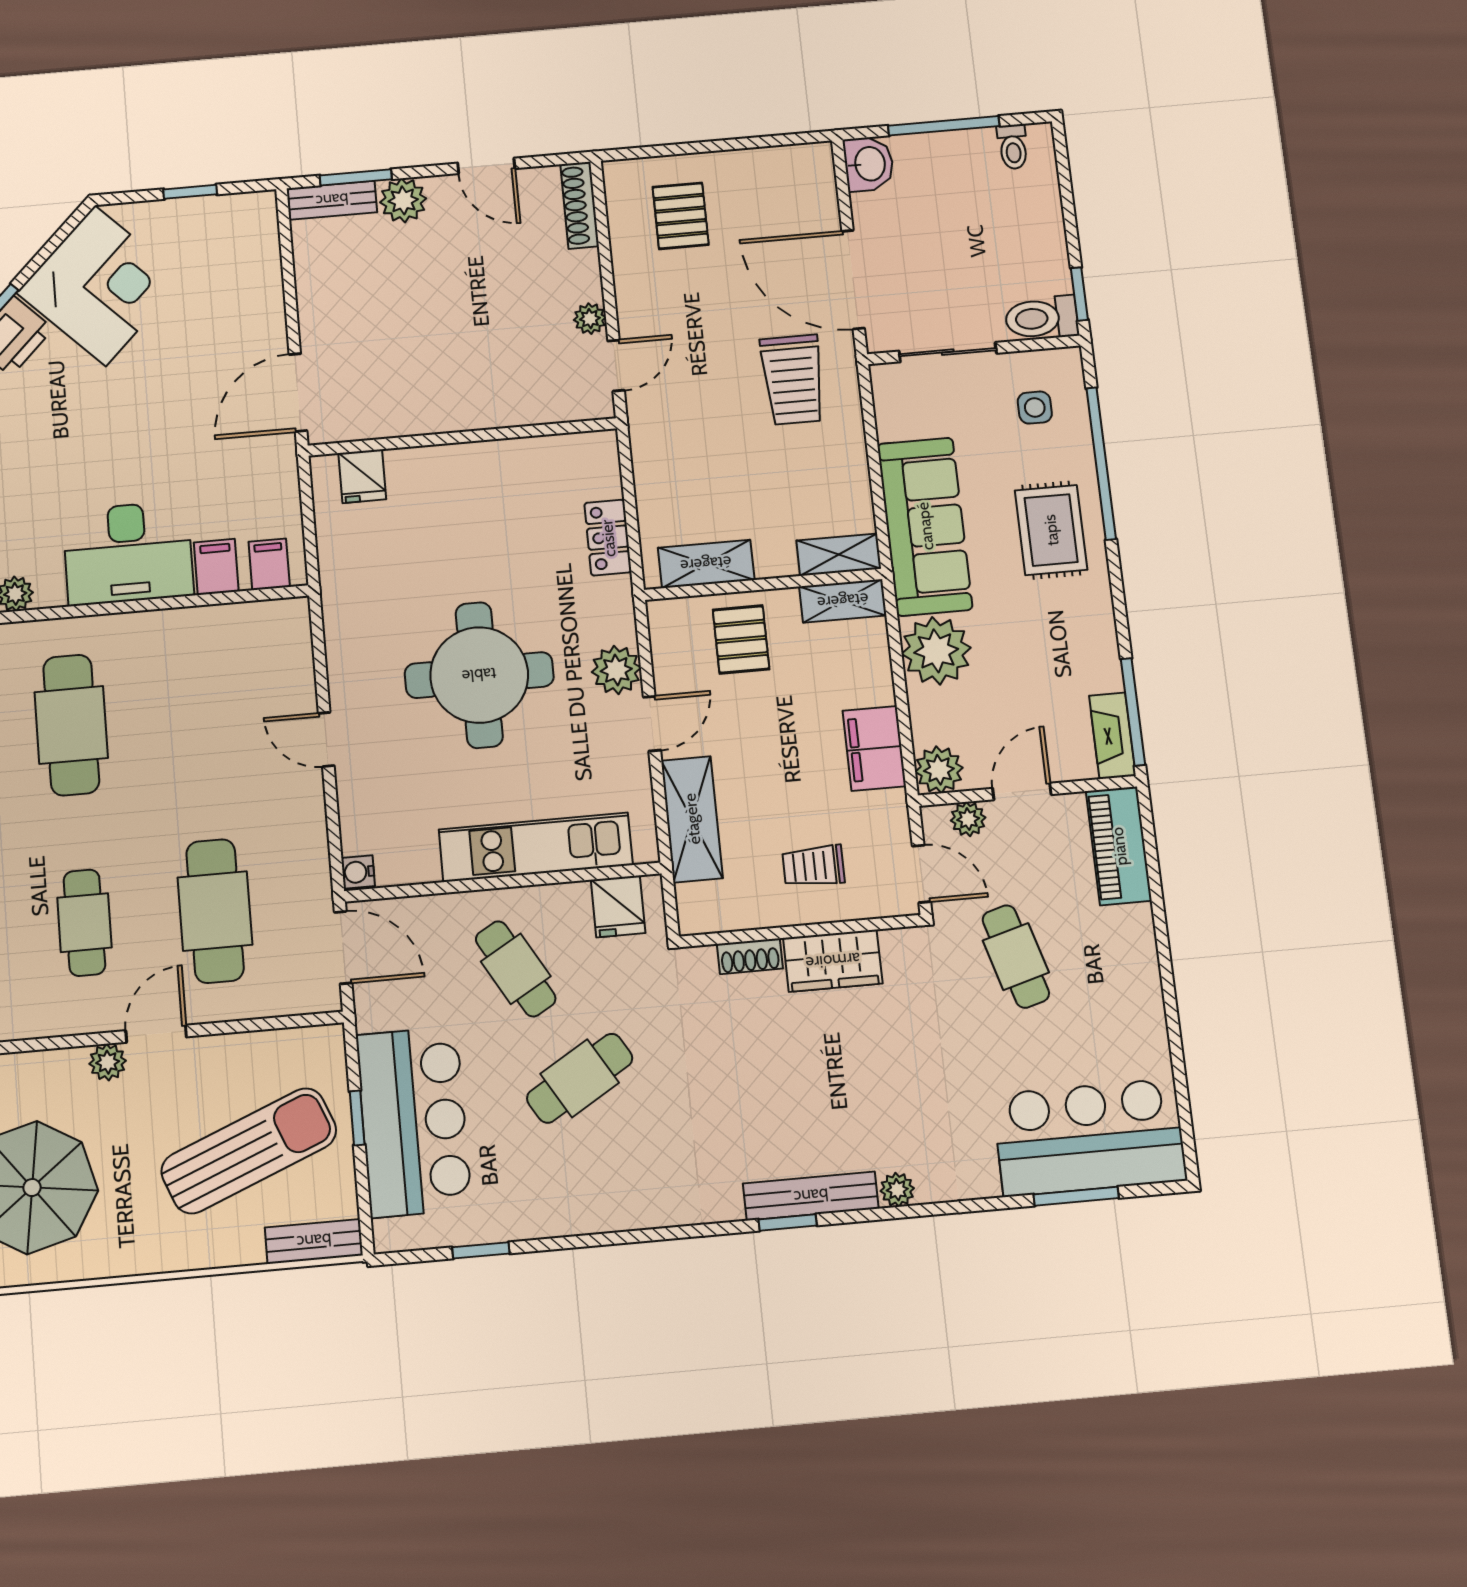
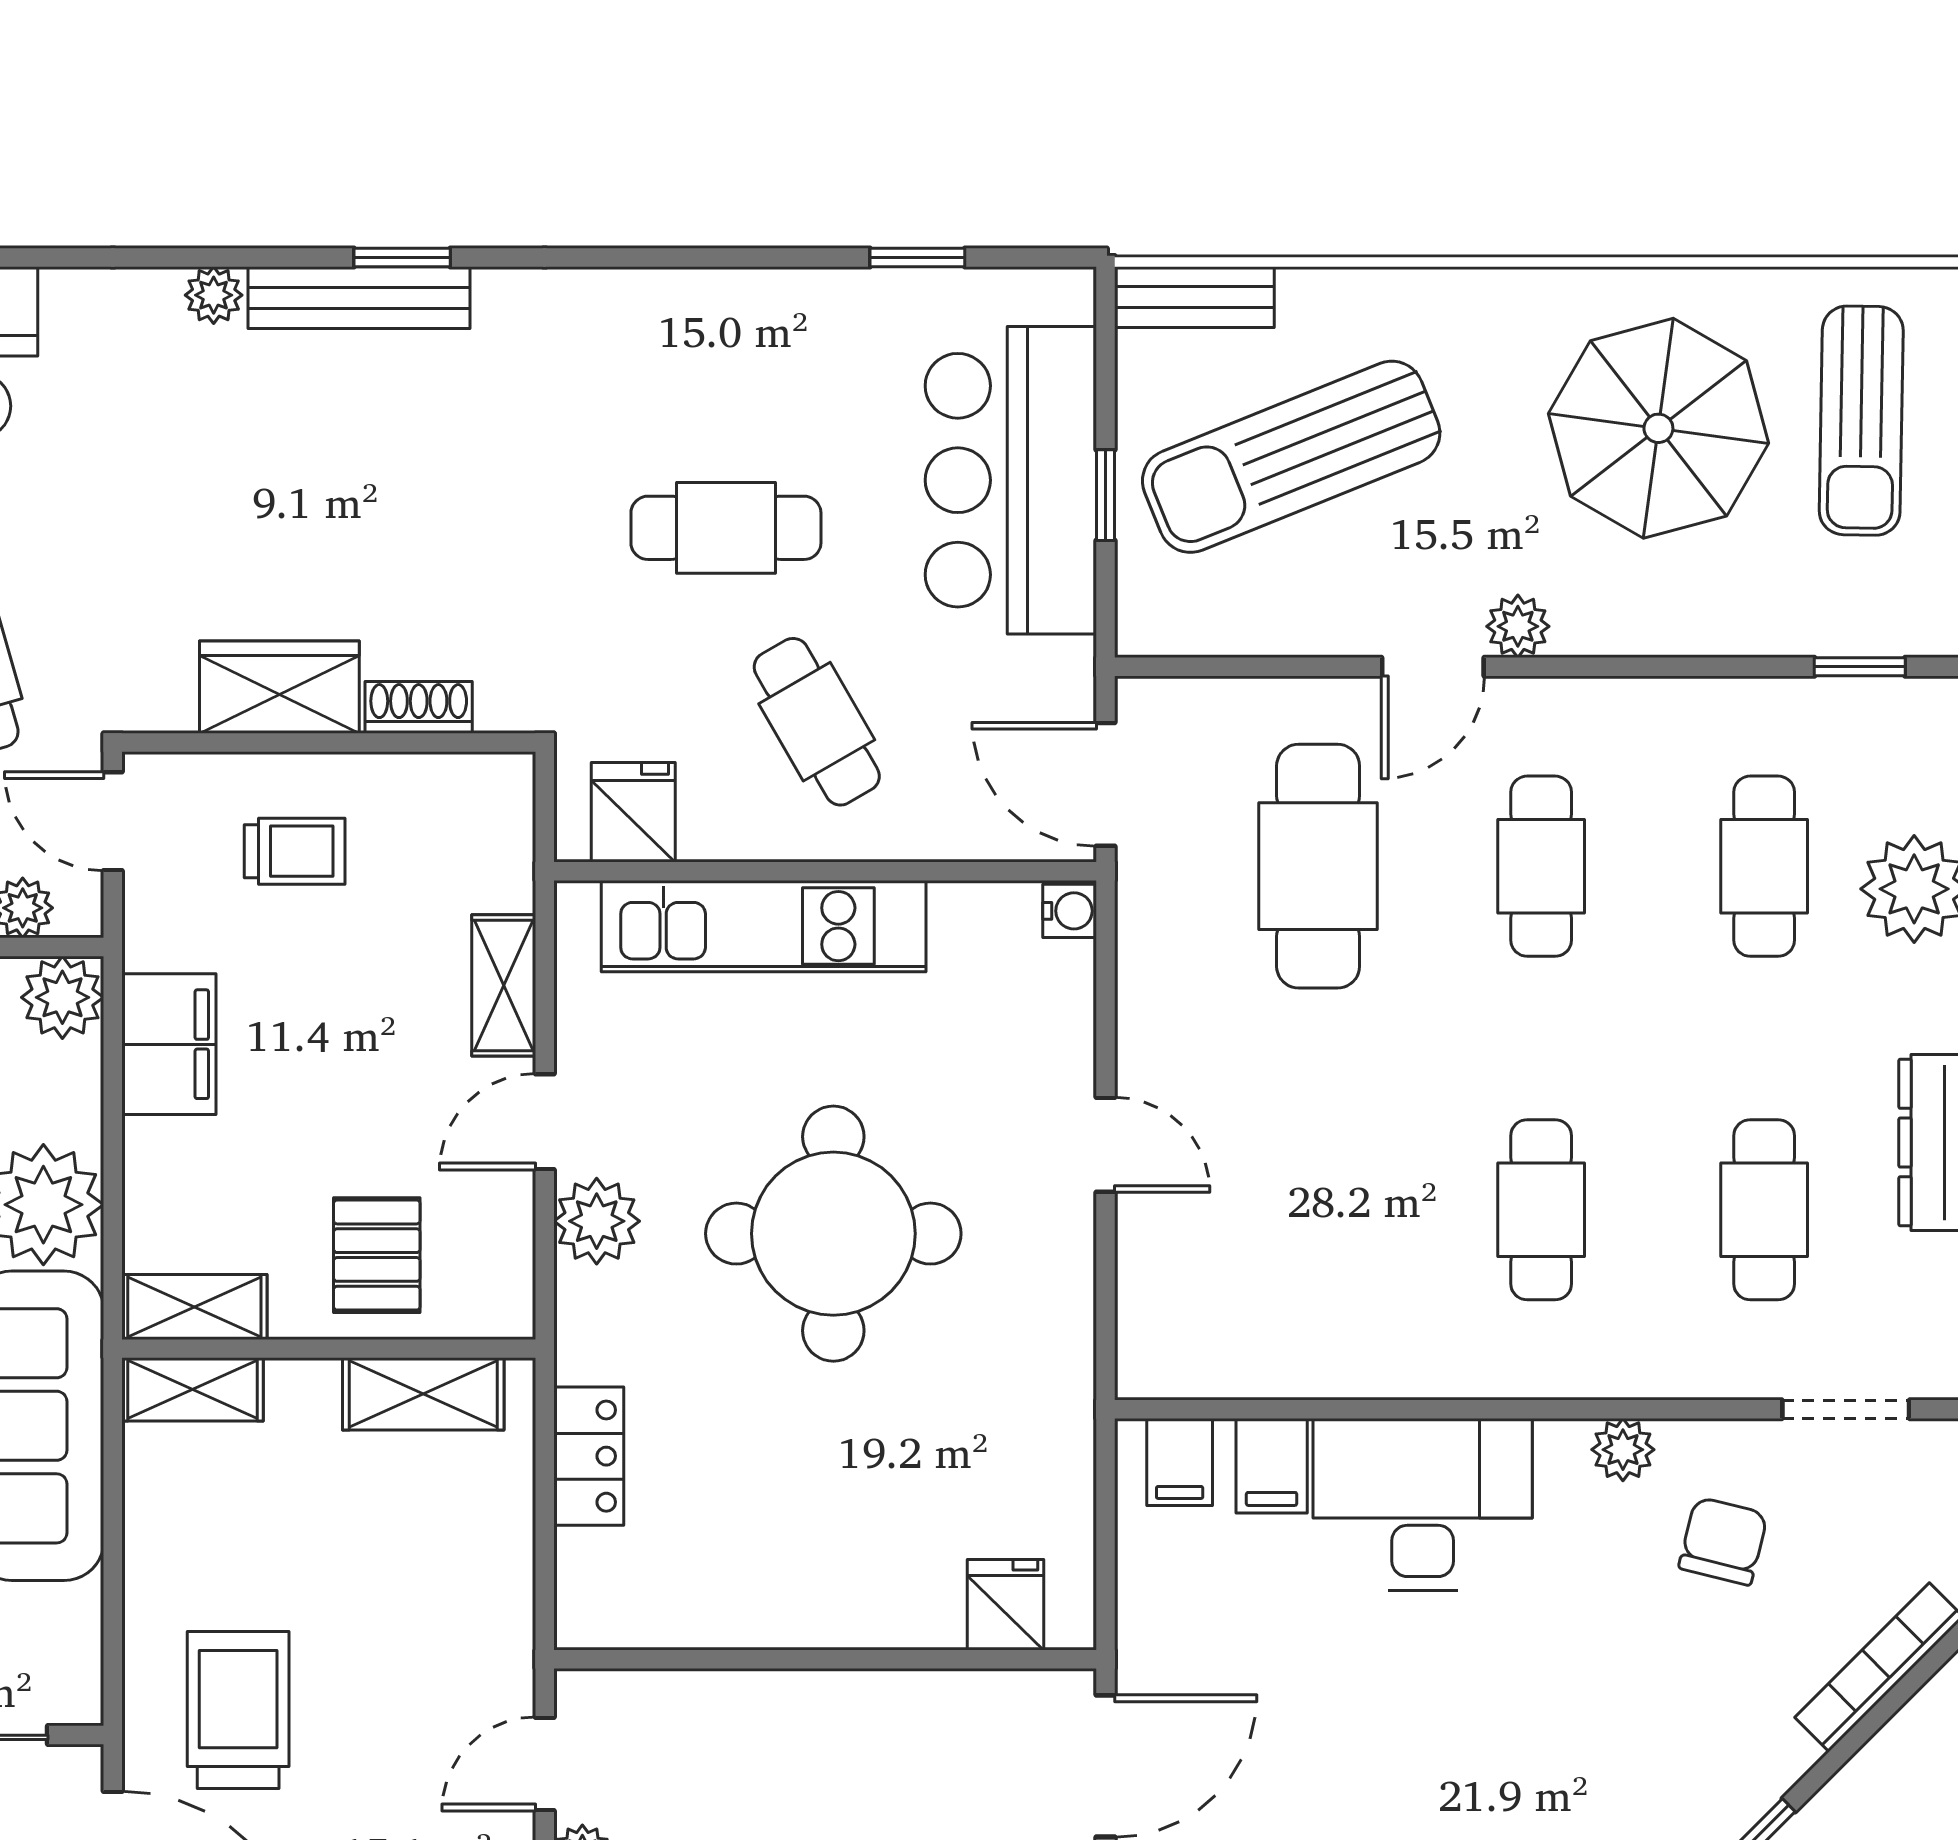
cafe table: (71, 725) -> (1541, 1210), width x0.73, depth x0.74
shelving: (692, 819) -> (504, 985), width x0.67, depth x0.75
cafe table: (580, 1078) -> (726, 528), turned 31

